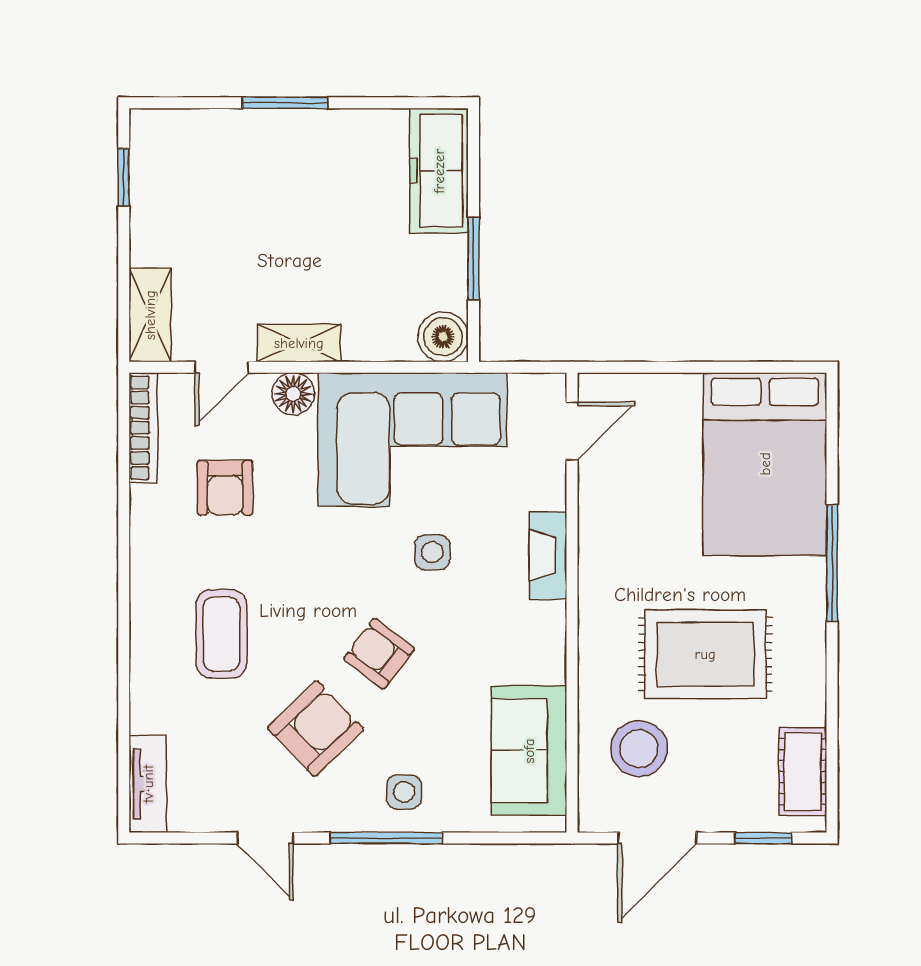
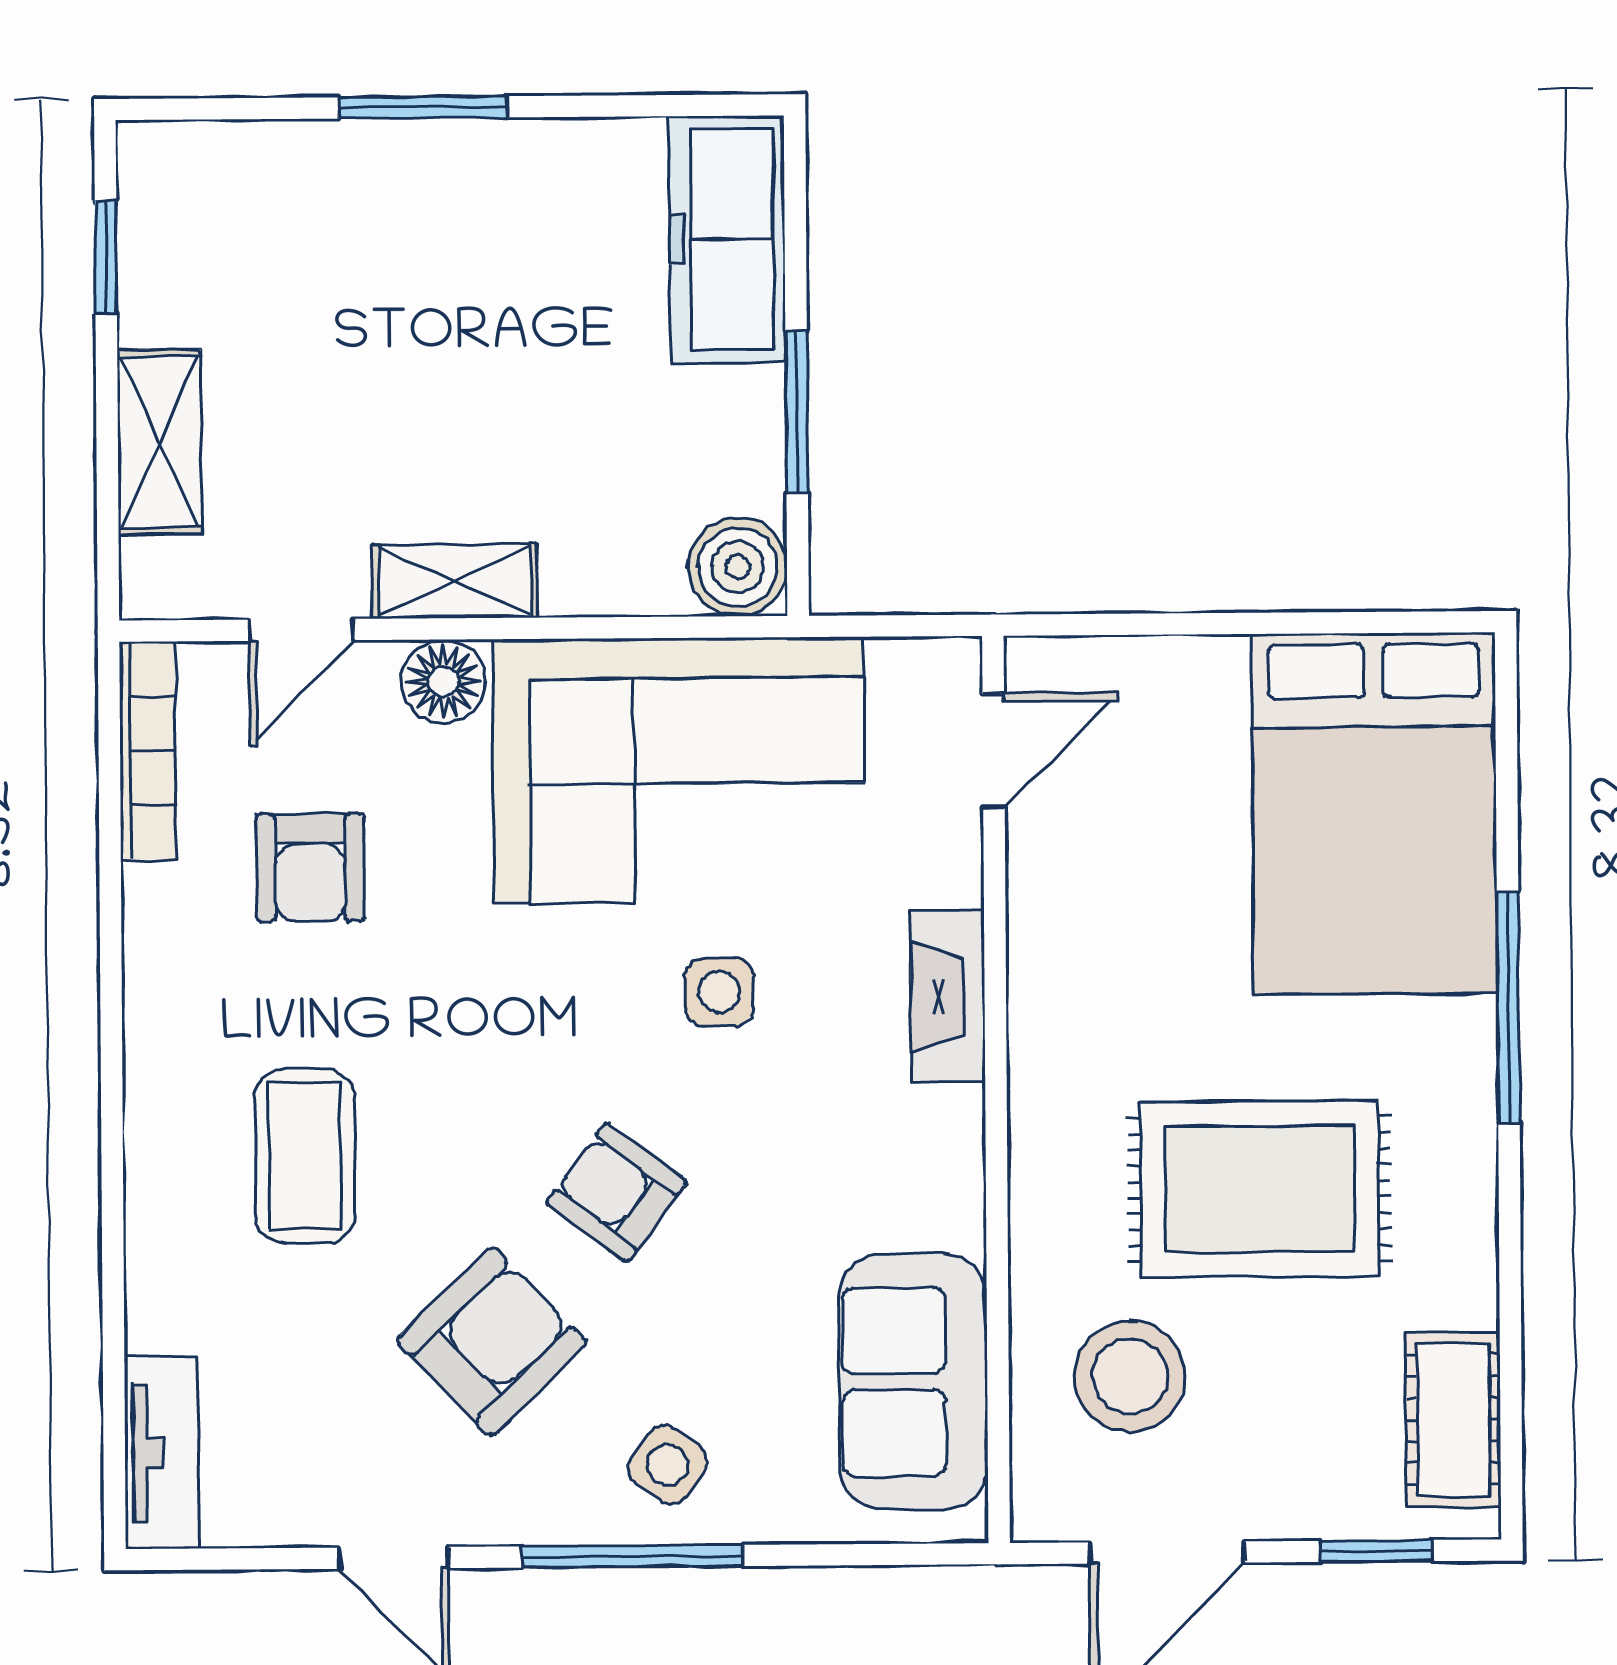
shelving: (150, 315) -> (159, 442), moved
side table: (404, 792) -> (667, 1465), turned 36

